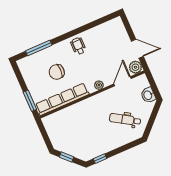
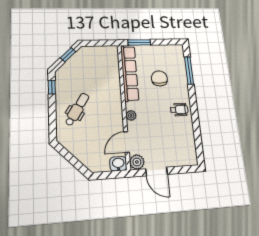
door: (137, 49) -> (157, 172), hinge flipped
door: (123, 81) -> (126, 142), swing flipped
washbasin: (148, 95) -> (118, 164), moved
dental chair: (125, 119) -> (77, 109), moved

